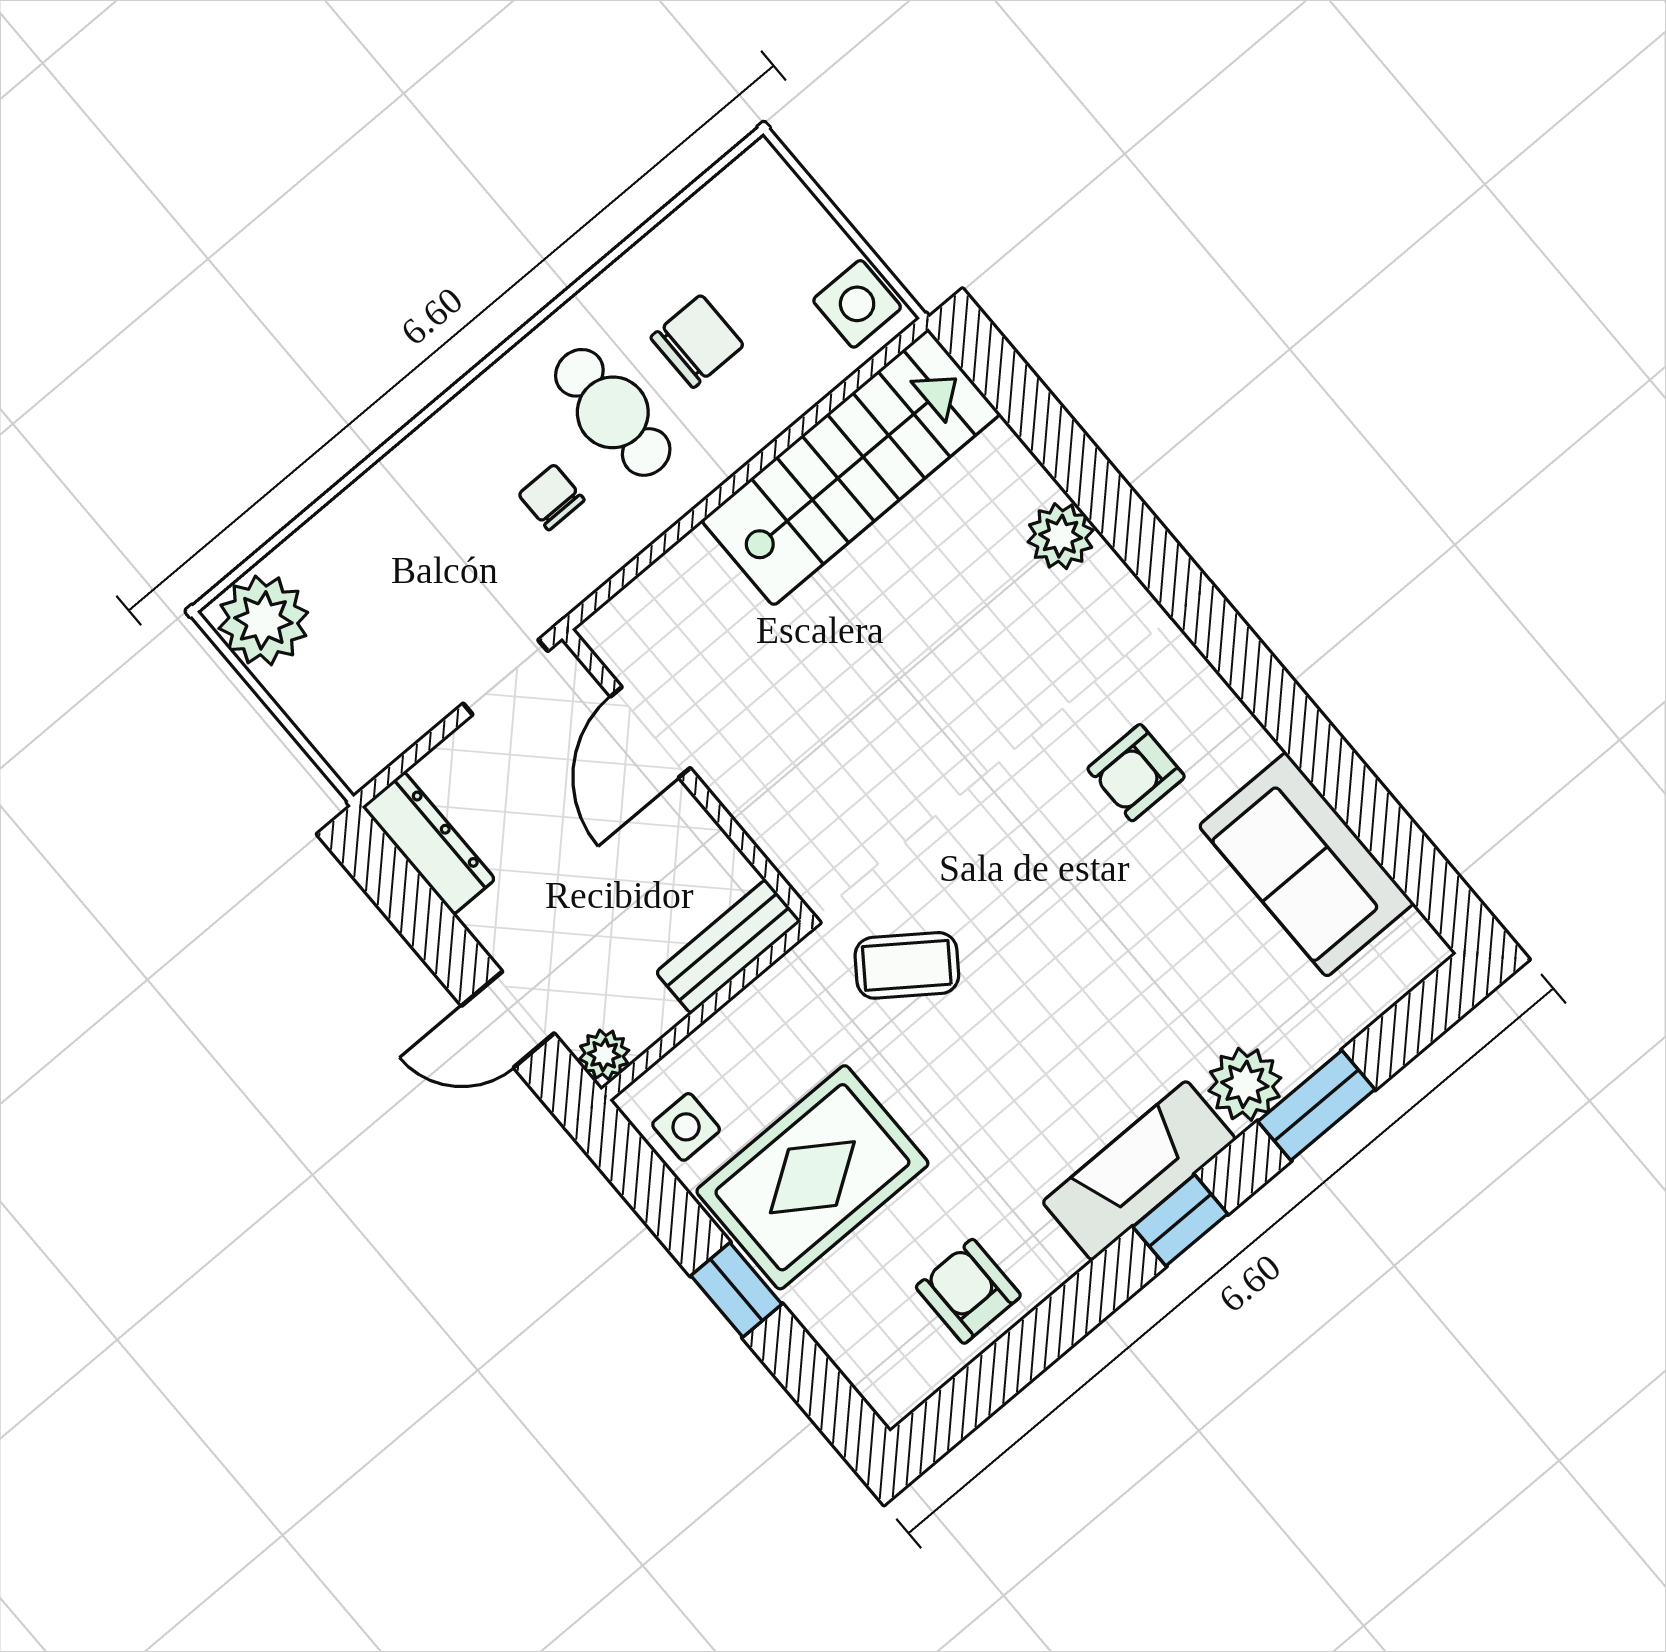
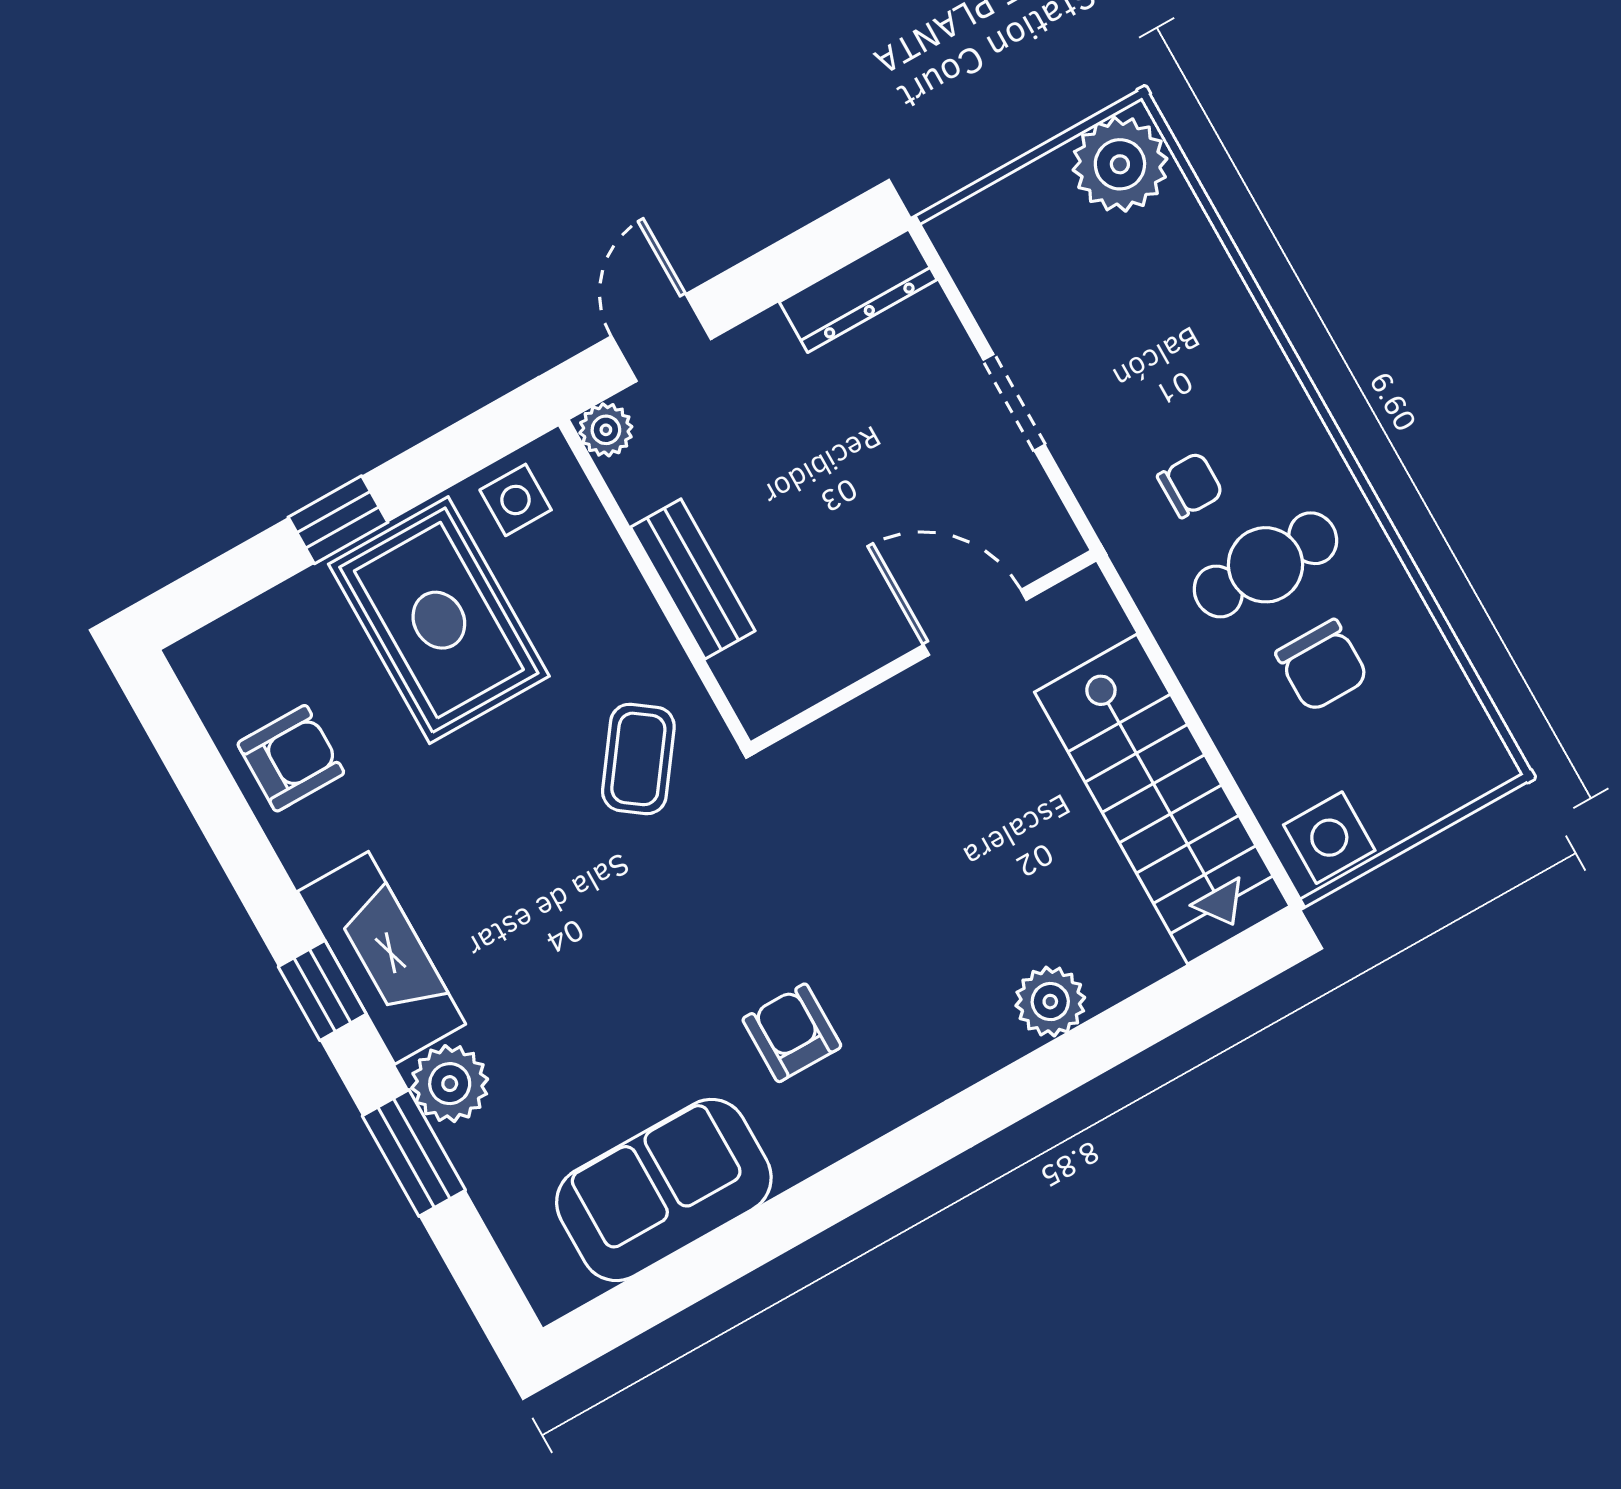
door: (650, 732) -> (975, 622), moved
wall: (687, 775) -> (924, 651), moved

